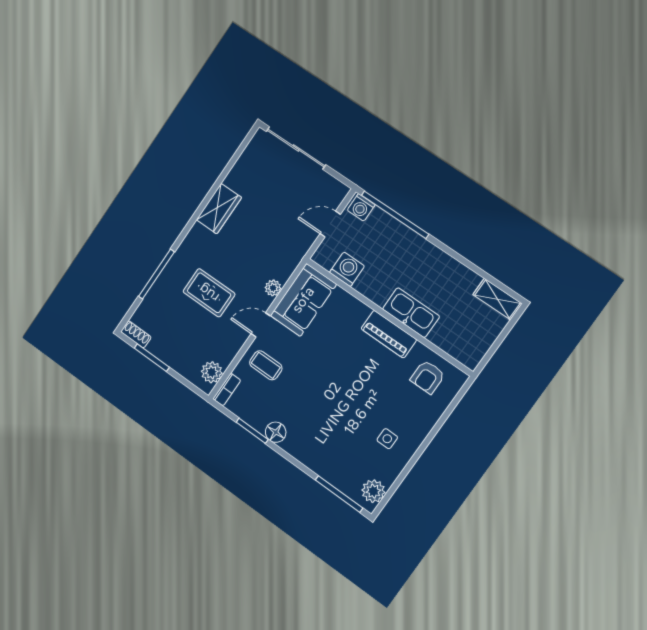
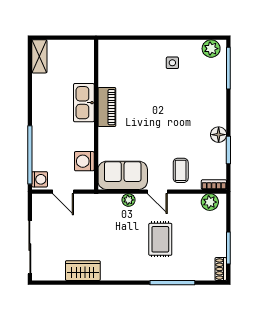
wardrobe: (219, 209) -> (83, 271), moved
armchair: (428, 377) -> (117, 65), removed

